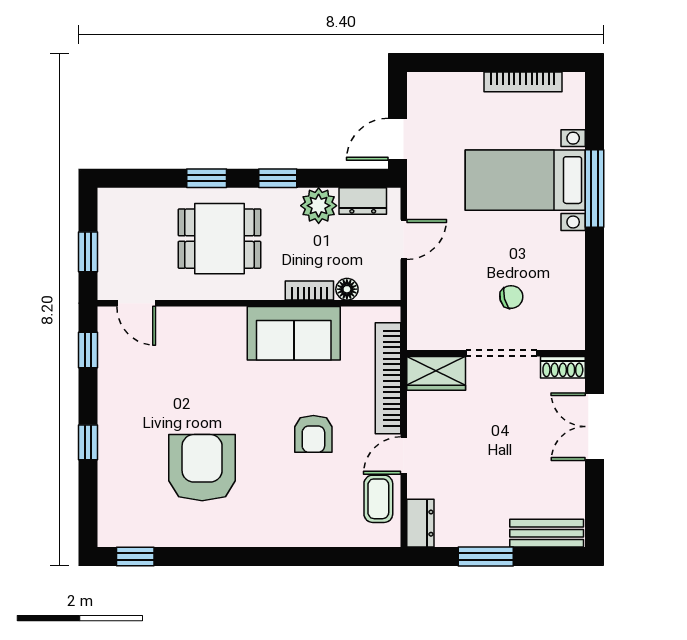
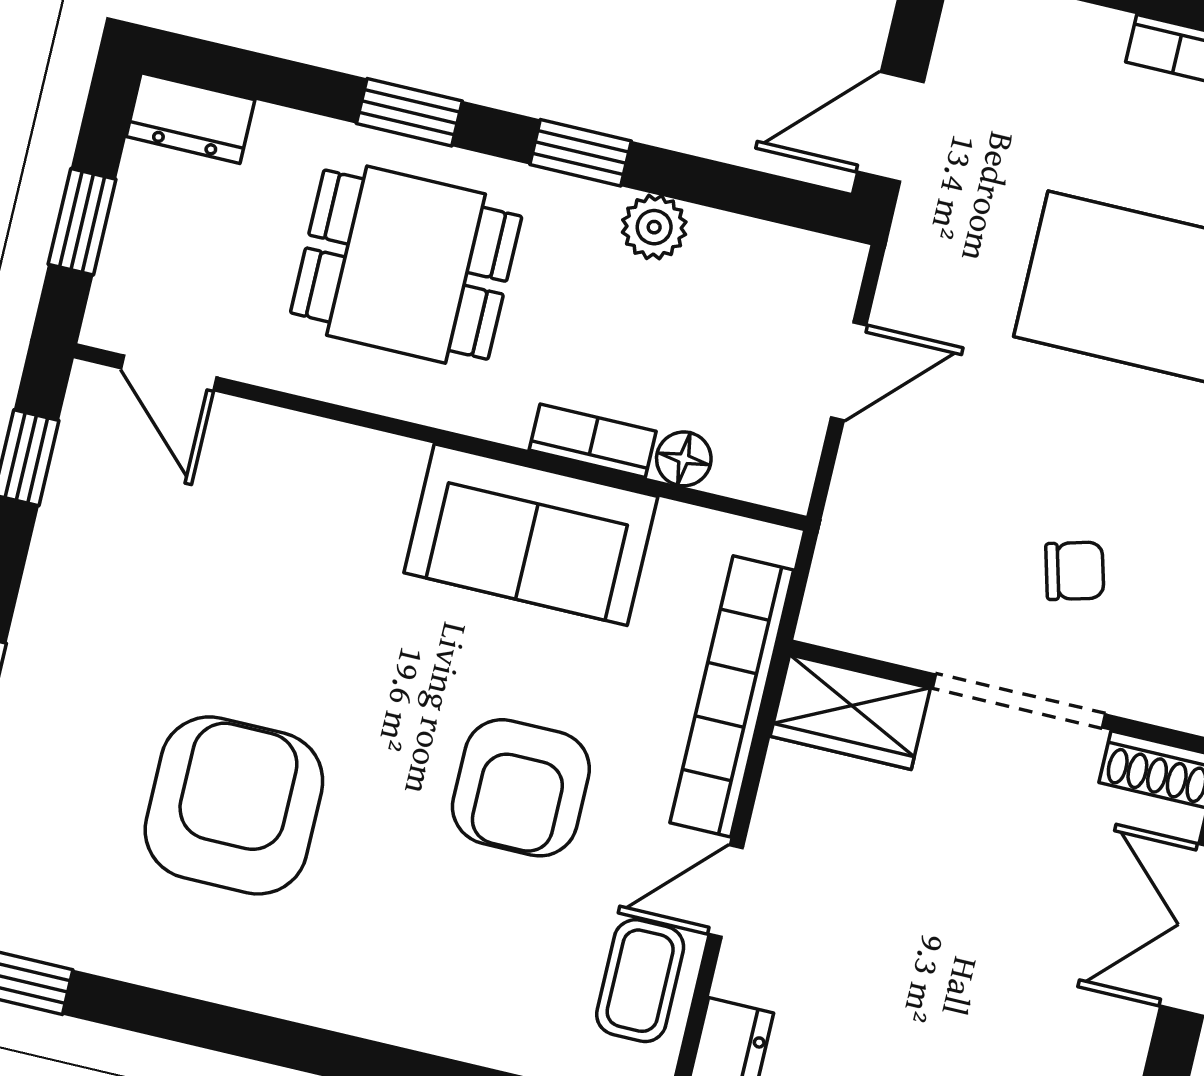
dresser: (363, 201) -> (191, 118), moved
plant: (319, 206) -> (654, 227), width x0.73, depth x0.73
armchair: (313, 434) -> (521, 788), width x1.38, depth x1.38

